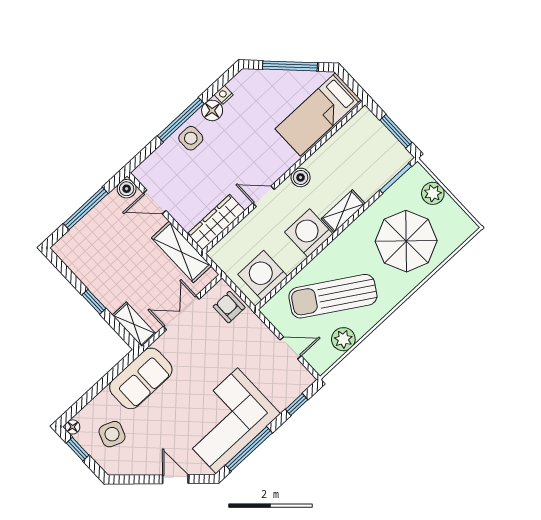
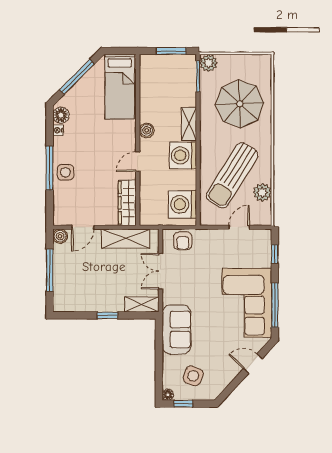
floor lamp: (212, 110) -> (61, 115), moved
plant: (433, 193) -> (208, 63), moved
armchair: (229, 307) -> (183, 241), turned -90

